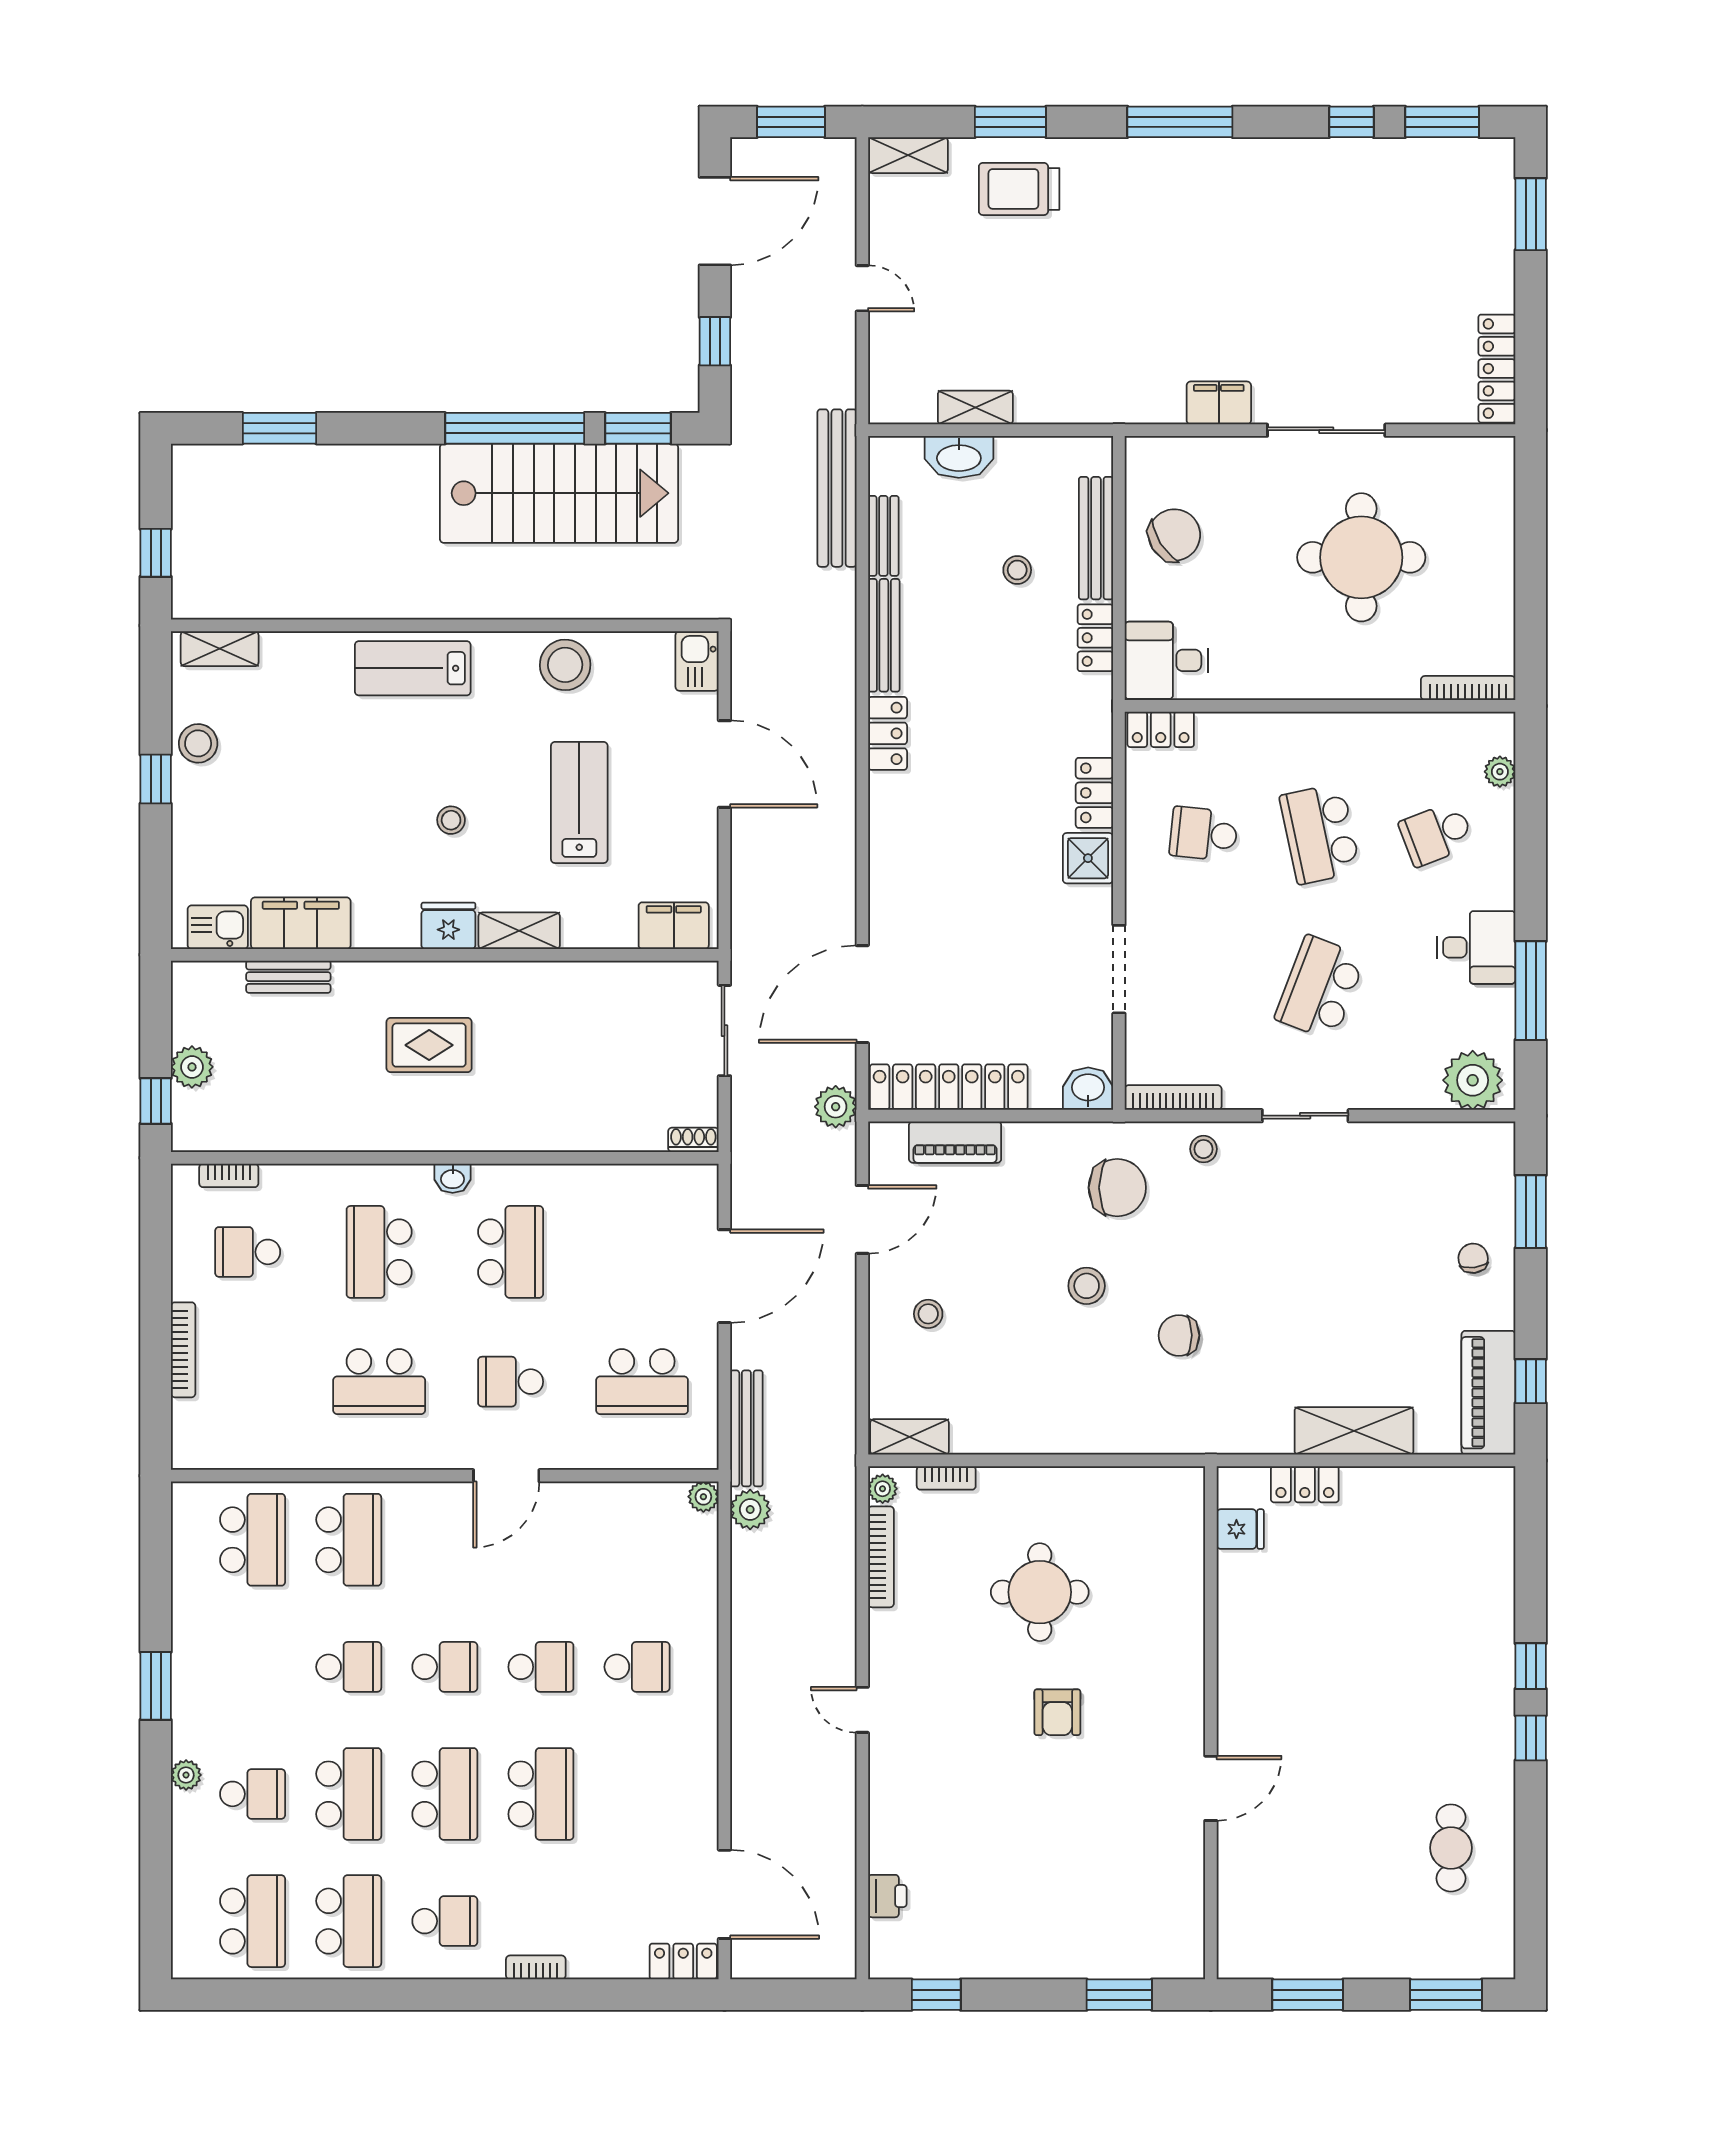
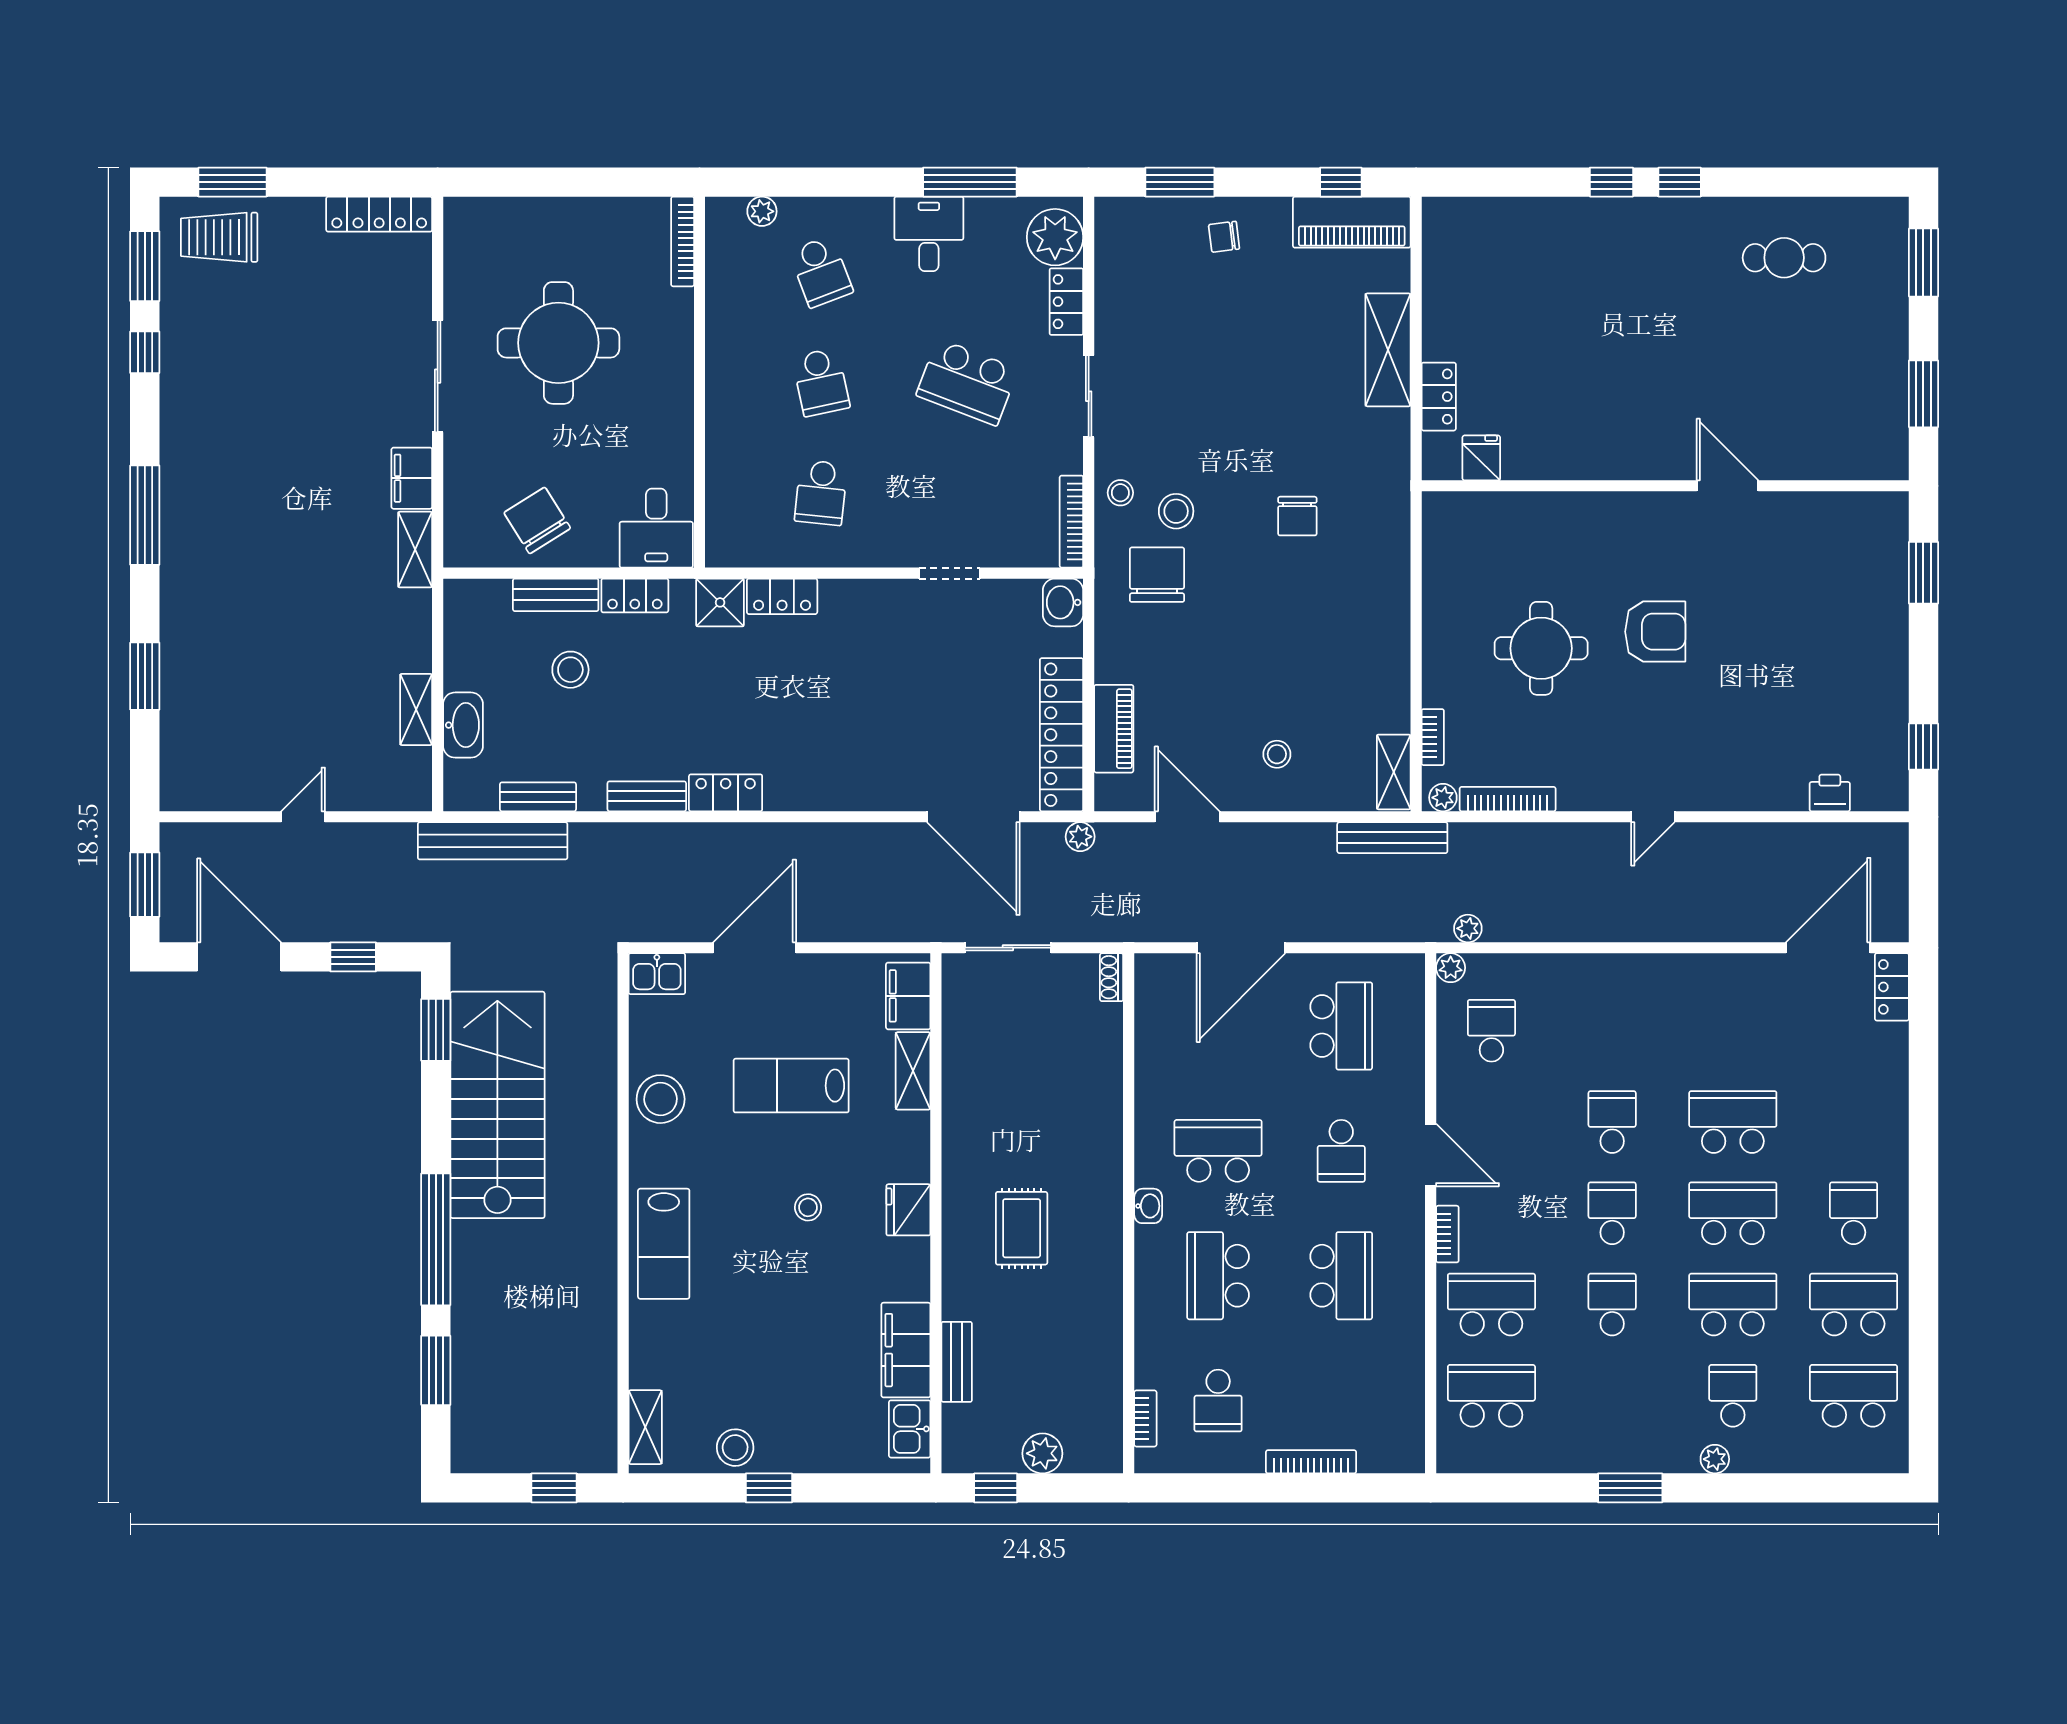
shelving: (908, 155) -> (415, 550), moved
trolley: (1019, 189) -> (219, 237), moved, turned 90
window: (515, 428) -> (436, 1239), moved
bench: (1096, 538) -> (556, 595), width x0.73
stool: (1017, 570) -> (570, 670), width x1.37, depth x1.37
bench: (884, 635) -> (647, 796), width x0.73
locker: (1161, 729) -> (1066, 302), moved, turned 180
school desk: (1320, 834) -> (821, 382), width x0.54
shower: (1088, 858) -> (720, 602), moved
shelving: (519, 931) -> (913, 1071), moved
doorway: (1119, 969) -> (950, 573), width x0.73
window: (156, 1101) -> (996, 1488), moved
plant: (836, 1107) -> (1080, 837), width x0.73, depth x0.73
school desk: (379, 1252) -> (1218, 1276), turned 90
door: (724, 1276) -> (1241, 948), swing flipped
stool: (1087, 1286) -> (1176, 511), moved
bench: (746, 1428) -> (1392, 838), moved
plant: (750, 1510) -> (1468, 928), width x0.73, depth x0.73
school desk: (637, 1667) -> (1491, 1031), moved
armchair: (1057, 1712) -> (1655, 632), width x1.38, depth x1.38
bookcase: (536, 1967) -> (1447, 1234), moved, turned 180

